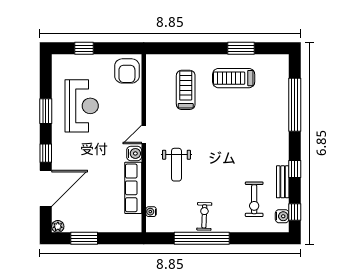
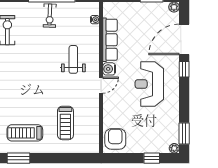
plant: (57, 60) -> (174, 148), added
treadmill: (234, 78) -> (25, 133), turned 180
reception desk: (82, 106) -> (149, 84), moved
window: (46, 111) -> (184, 133), moved

